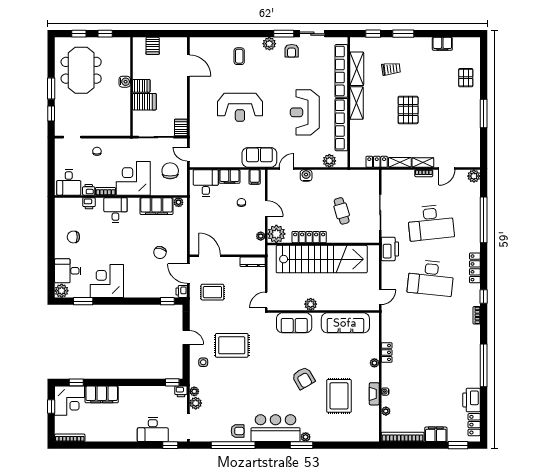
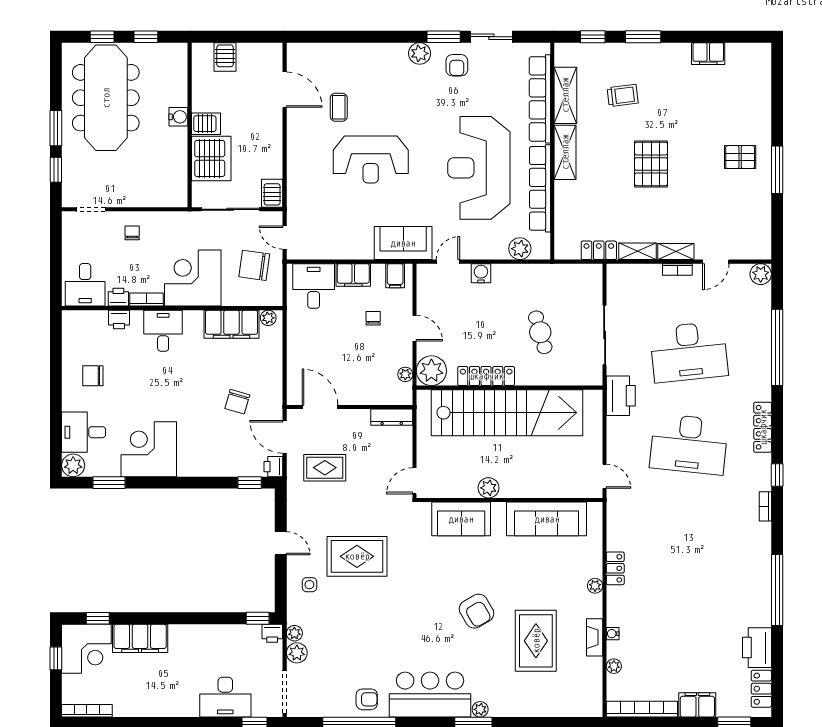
coffee table: (239, 56) -> (339, 107), moved
meeting table: (81, 70) -> (106, 98), width x1.36
pallet: (466, 78) -> (740, 157), moved, turned 90
server rack: (144, 102) -> (211, 158), width x1.60
reception desk: (305, 112) -> (479, 168), width x1.36, depth x1.30
chair: (170, 171) -> (254, 265), turned -82
door: (380, 297) -> (605, 476), hinge flipped

